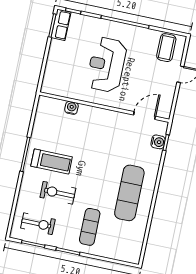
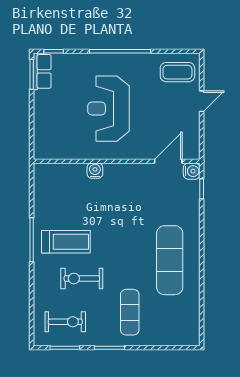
coffee table: (166, 48) -> (177, 72), turned 90
water cooler: (71, 108) -> (95, 171), moved
water cooler: (158, 142) -> (192, 171), moved

